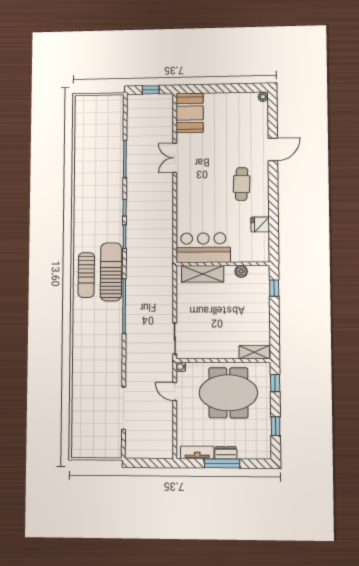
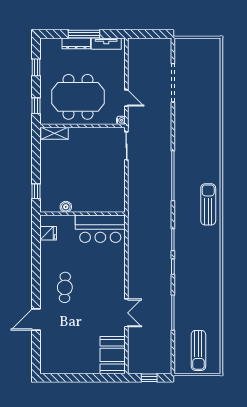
plant: (263, 97) -> (45, 369), removed
fridge: (260, 224) -> (48, 233), moved
sun lounger: (111, 272) -> (198, 350), moved, width x0.73, depth x0.75
shelving: (203, 274) -> (101, 205), removed
dresser: (226, 453) -> (76, 43), width x1.44

